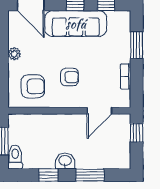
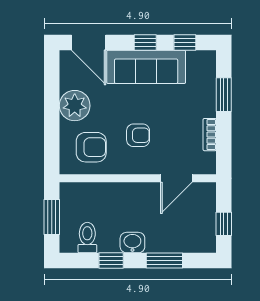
plant: (14, 54) -> (75, 106), width x1.87, depth x1.87
window: (137, 133) -> (224, 224), moved
toilet: (15, 157) -> (87, 238), moved

